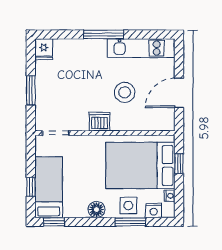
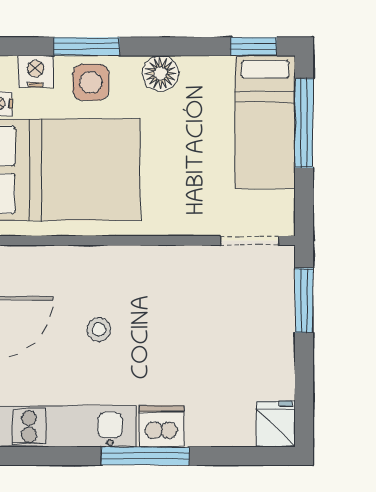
window: (31, 90) -> (304, 300), moved
stool: (125, 92) -> (99, 330), width x0.53, depth x0.53
dishwasher: (99, 122) -> (162, 426), moved, turned 180
window: (31, 187) -> (304, 123), width x2.17

